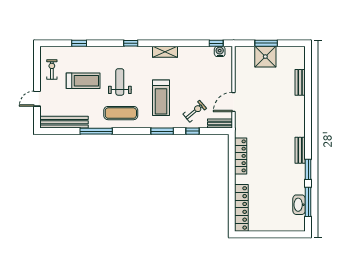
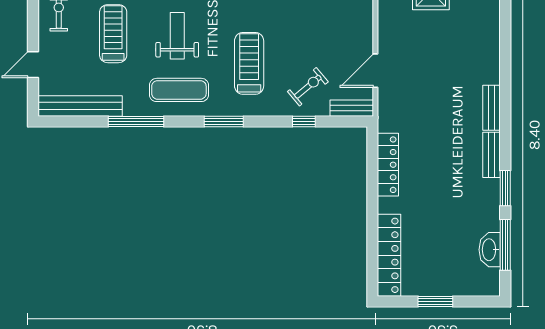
treadmill: (83, 81) -> (113, 34), turned -90
bench: (300, 82) -> (492, 108), moved
treadmill: (161, 98) -> (249, 63), turned 180
window: (162, 131) -> (224, 122), moved
window: (268, 234) -> (435, 301), added

